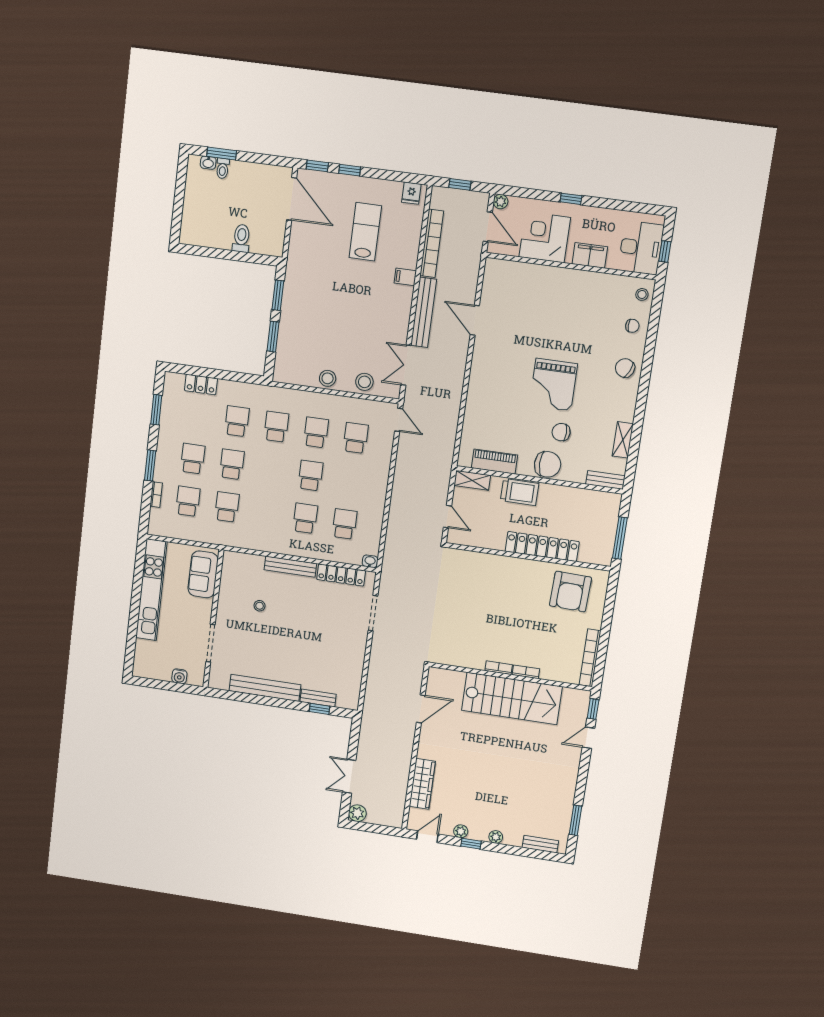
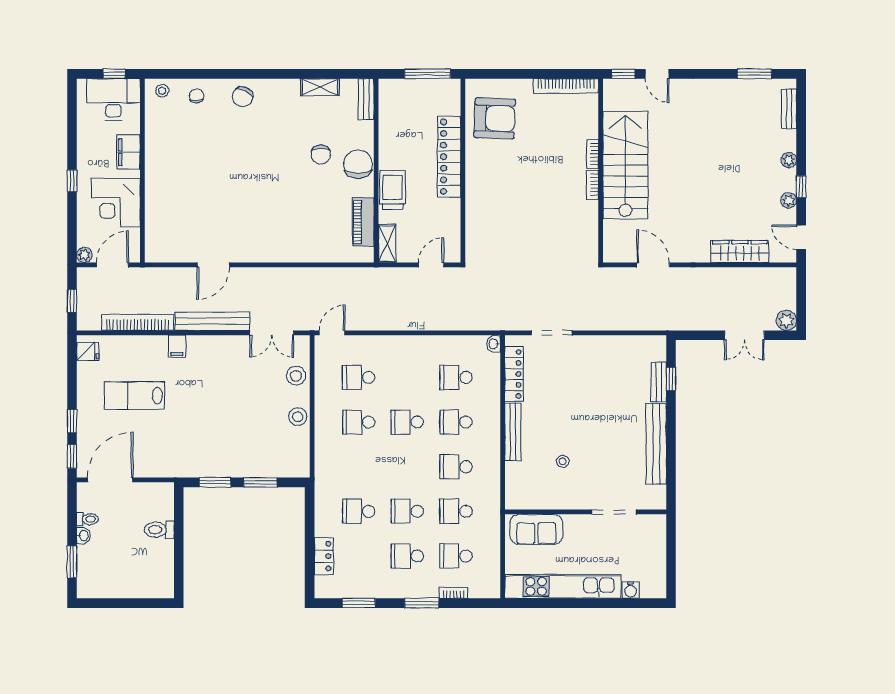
washbasin: (208, 163) -> (83, 536), moved
toilet: (223, 168) -> (87, 519), moved
grand piano: (553, 385) -> (271, 170), removed
school desk: (276, 427) -> (456, 467), moved
water cooler: (179, 676) -> (631, 590), moved, turned 90

